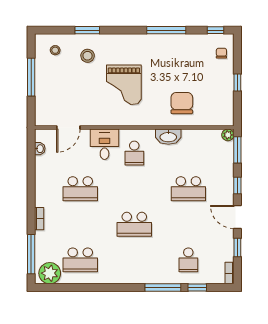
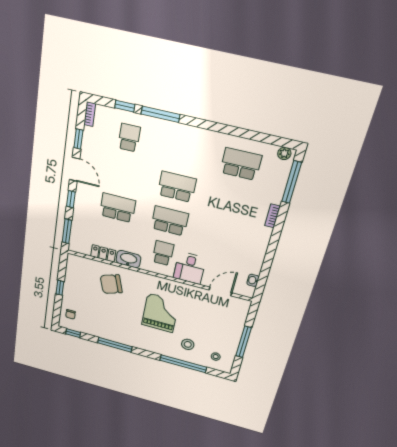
window: (87, 30) -> (183, 364), width x2.11
chair: (182, 103) -> (111, 284), turned 71
plant: (228, 135) -> (74, 247), removed
locker: (196, 136) -> (103, 253), added
school desk: (80, 189) -> (170, 221), moved
plant: (50, 273) -> (284, 153), width x0.53, depth x0.53

